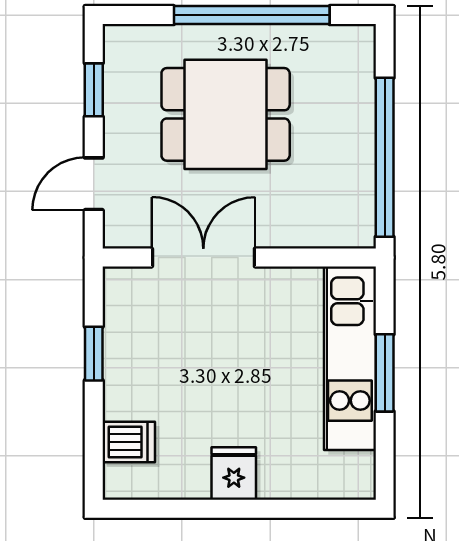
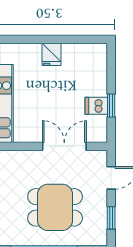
double door: (203, 258) -> (64, 146), swing flipped
dishwasher: (129, 442) -> (96, 106), moved

